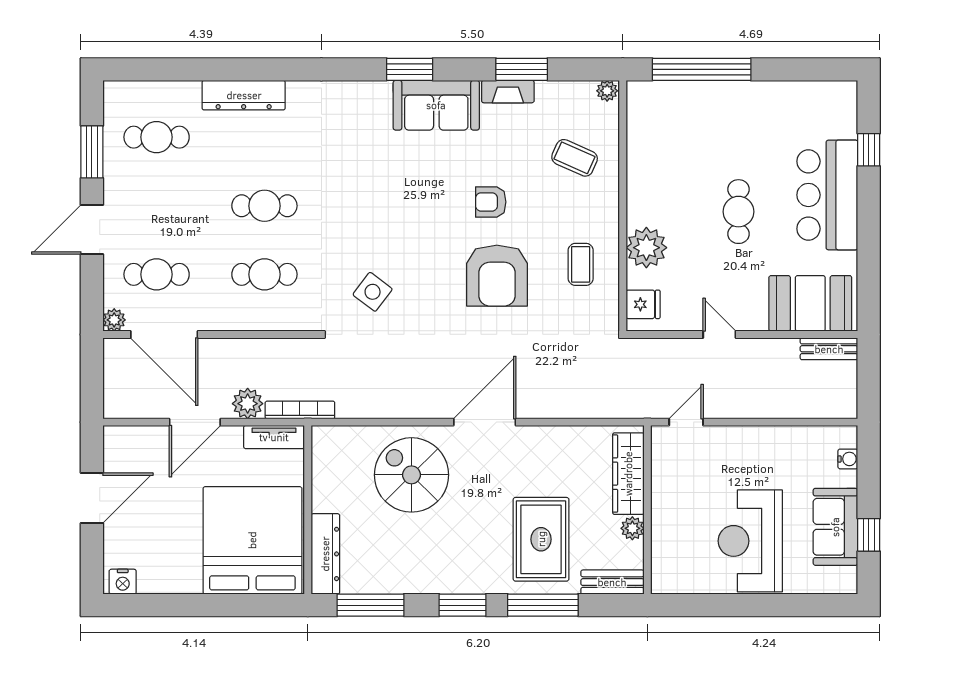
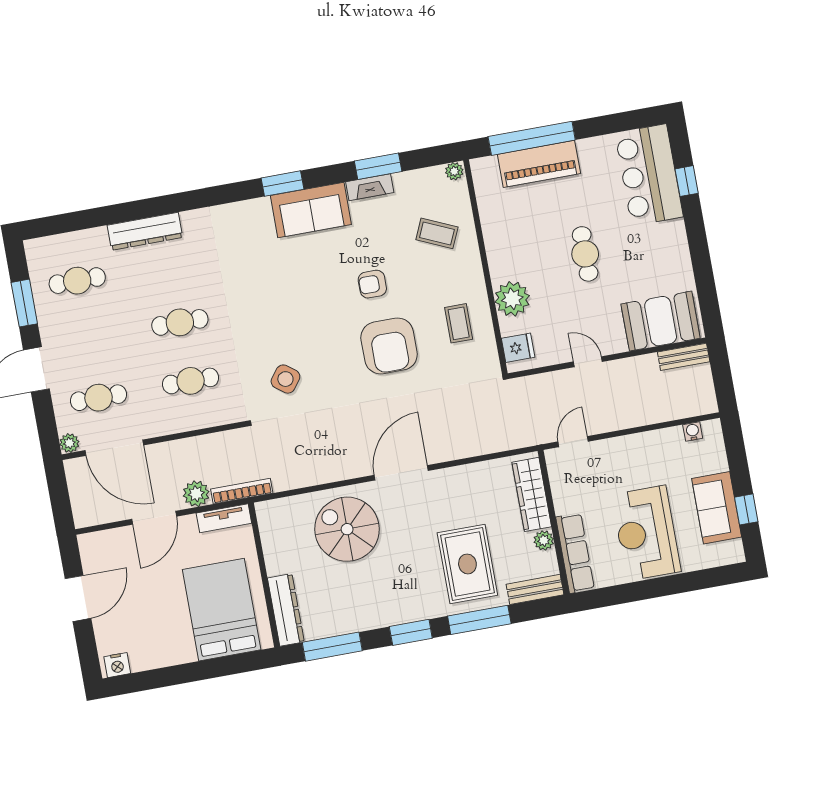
piano: (705, 100) -> (539, 164), added
bar counter: (827, 195) -> (649, 175), moved
water cooler: (848, 459) -> (693, 431), moved, turned -90
bed: (252, 540) -> (222, 610), width x0.73
row of seats: (665, 549) -> (575, 553), added

